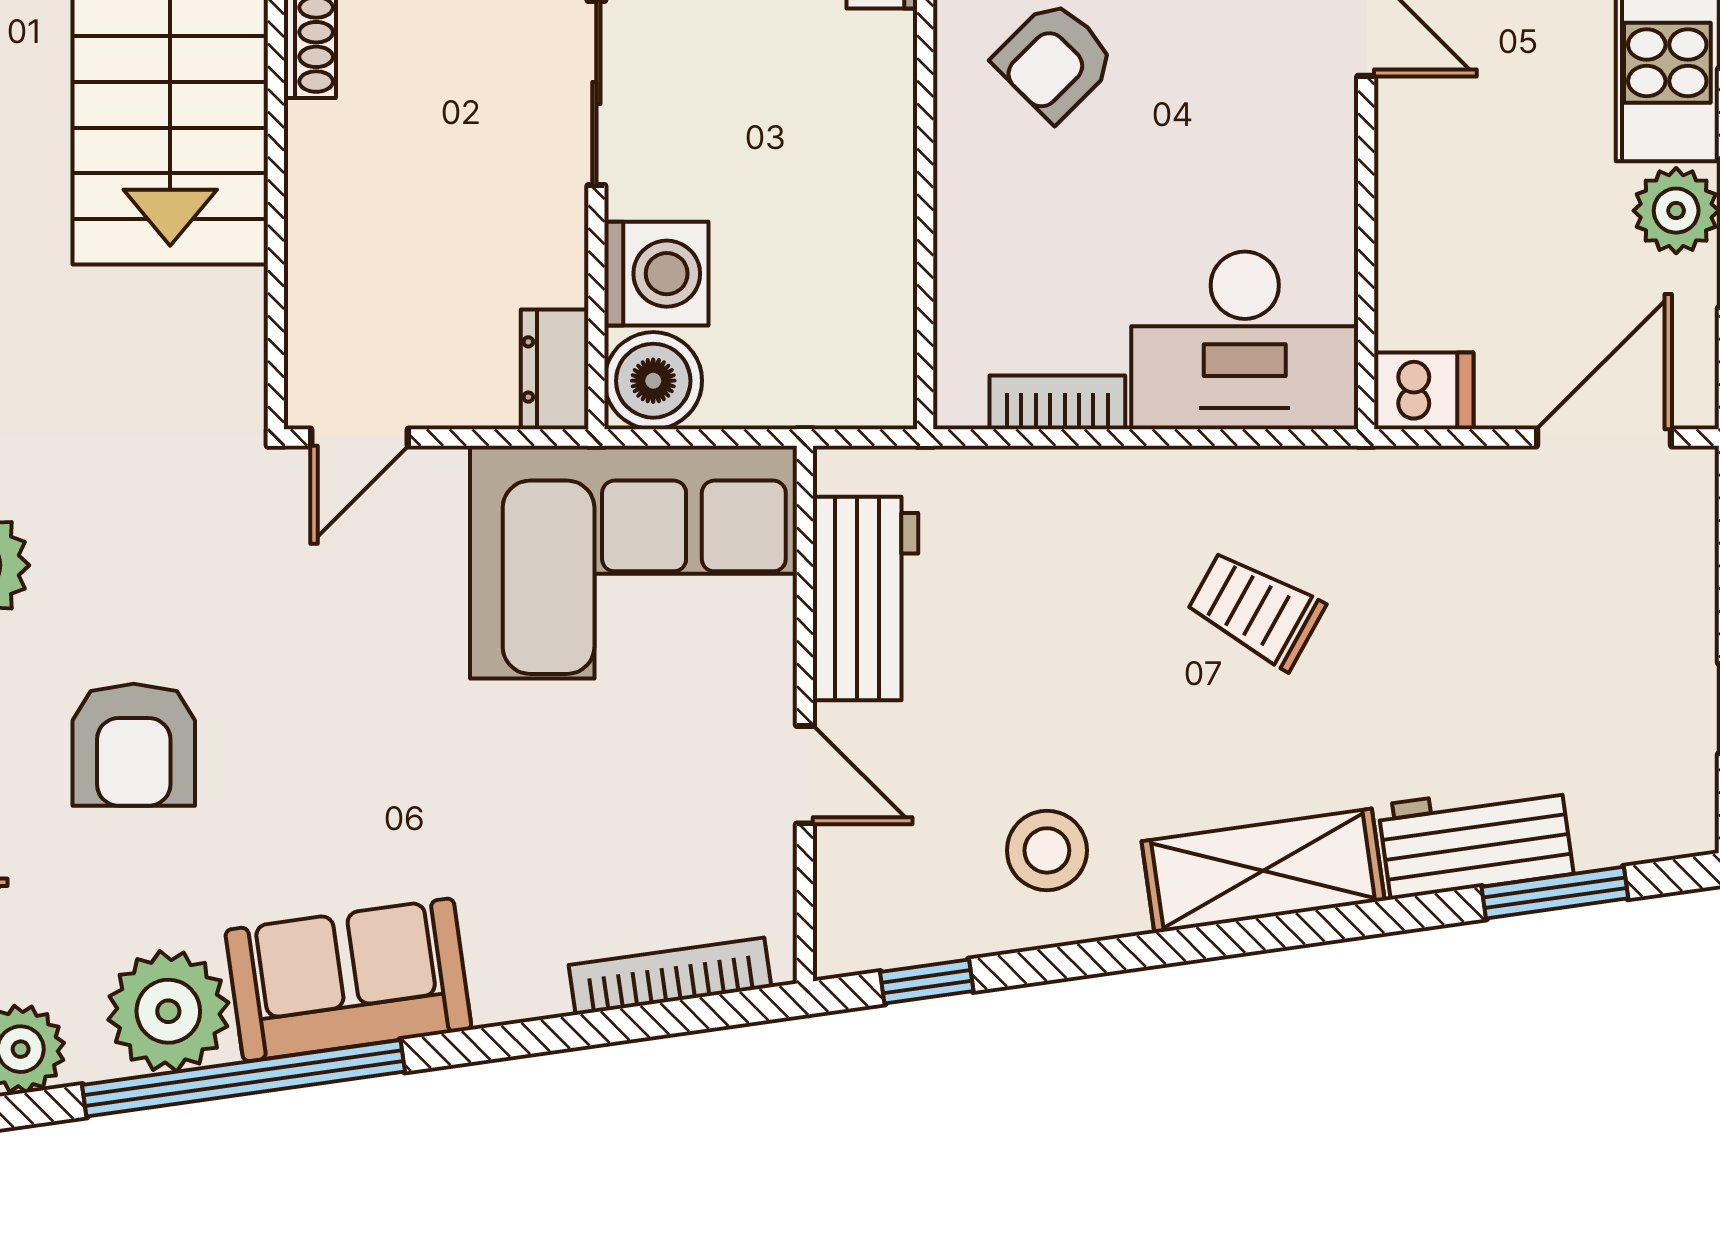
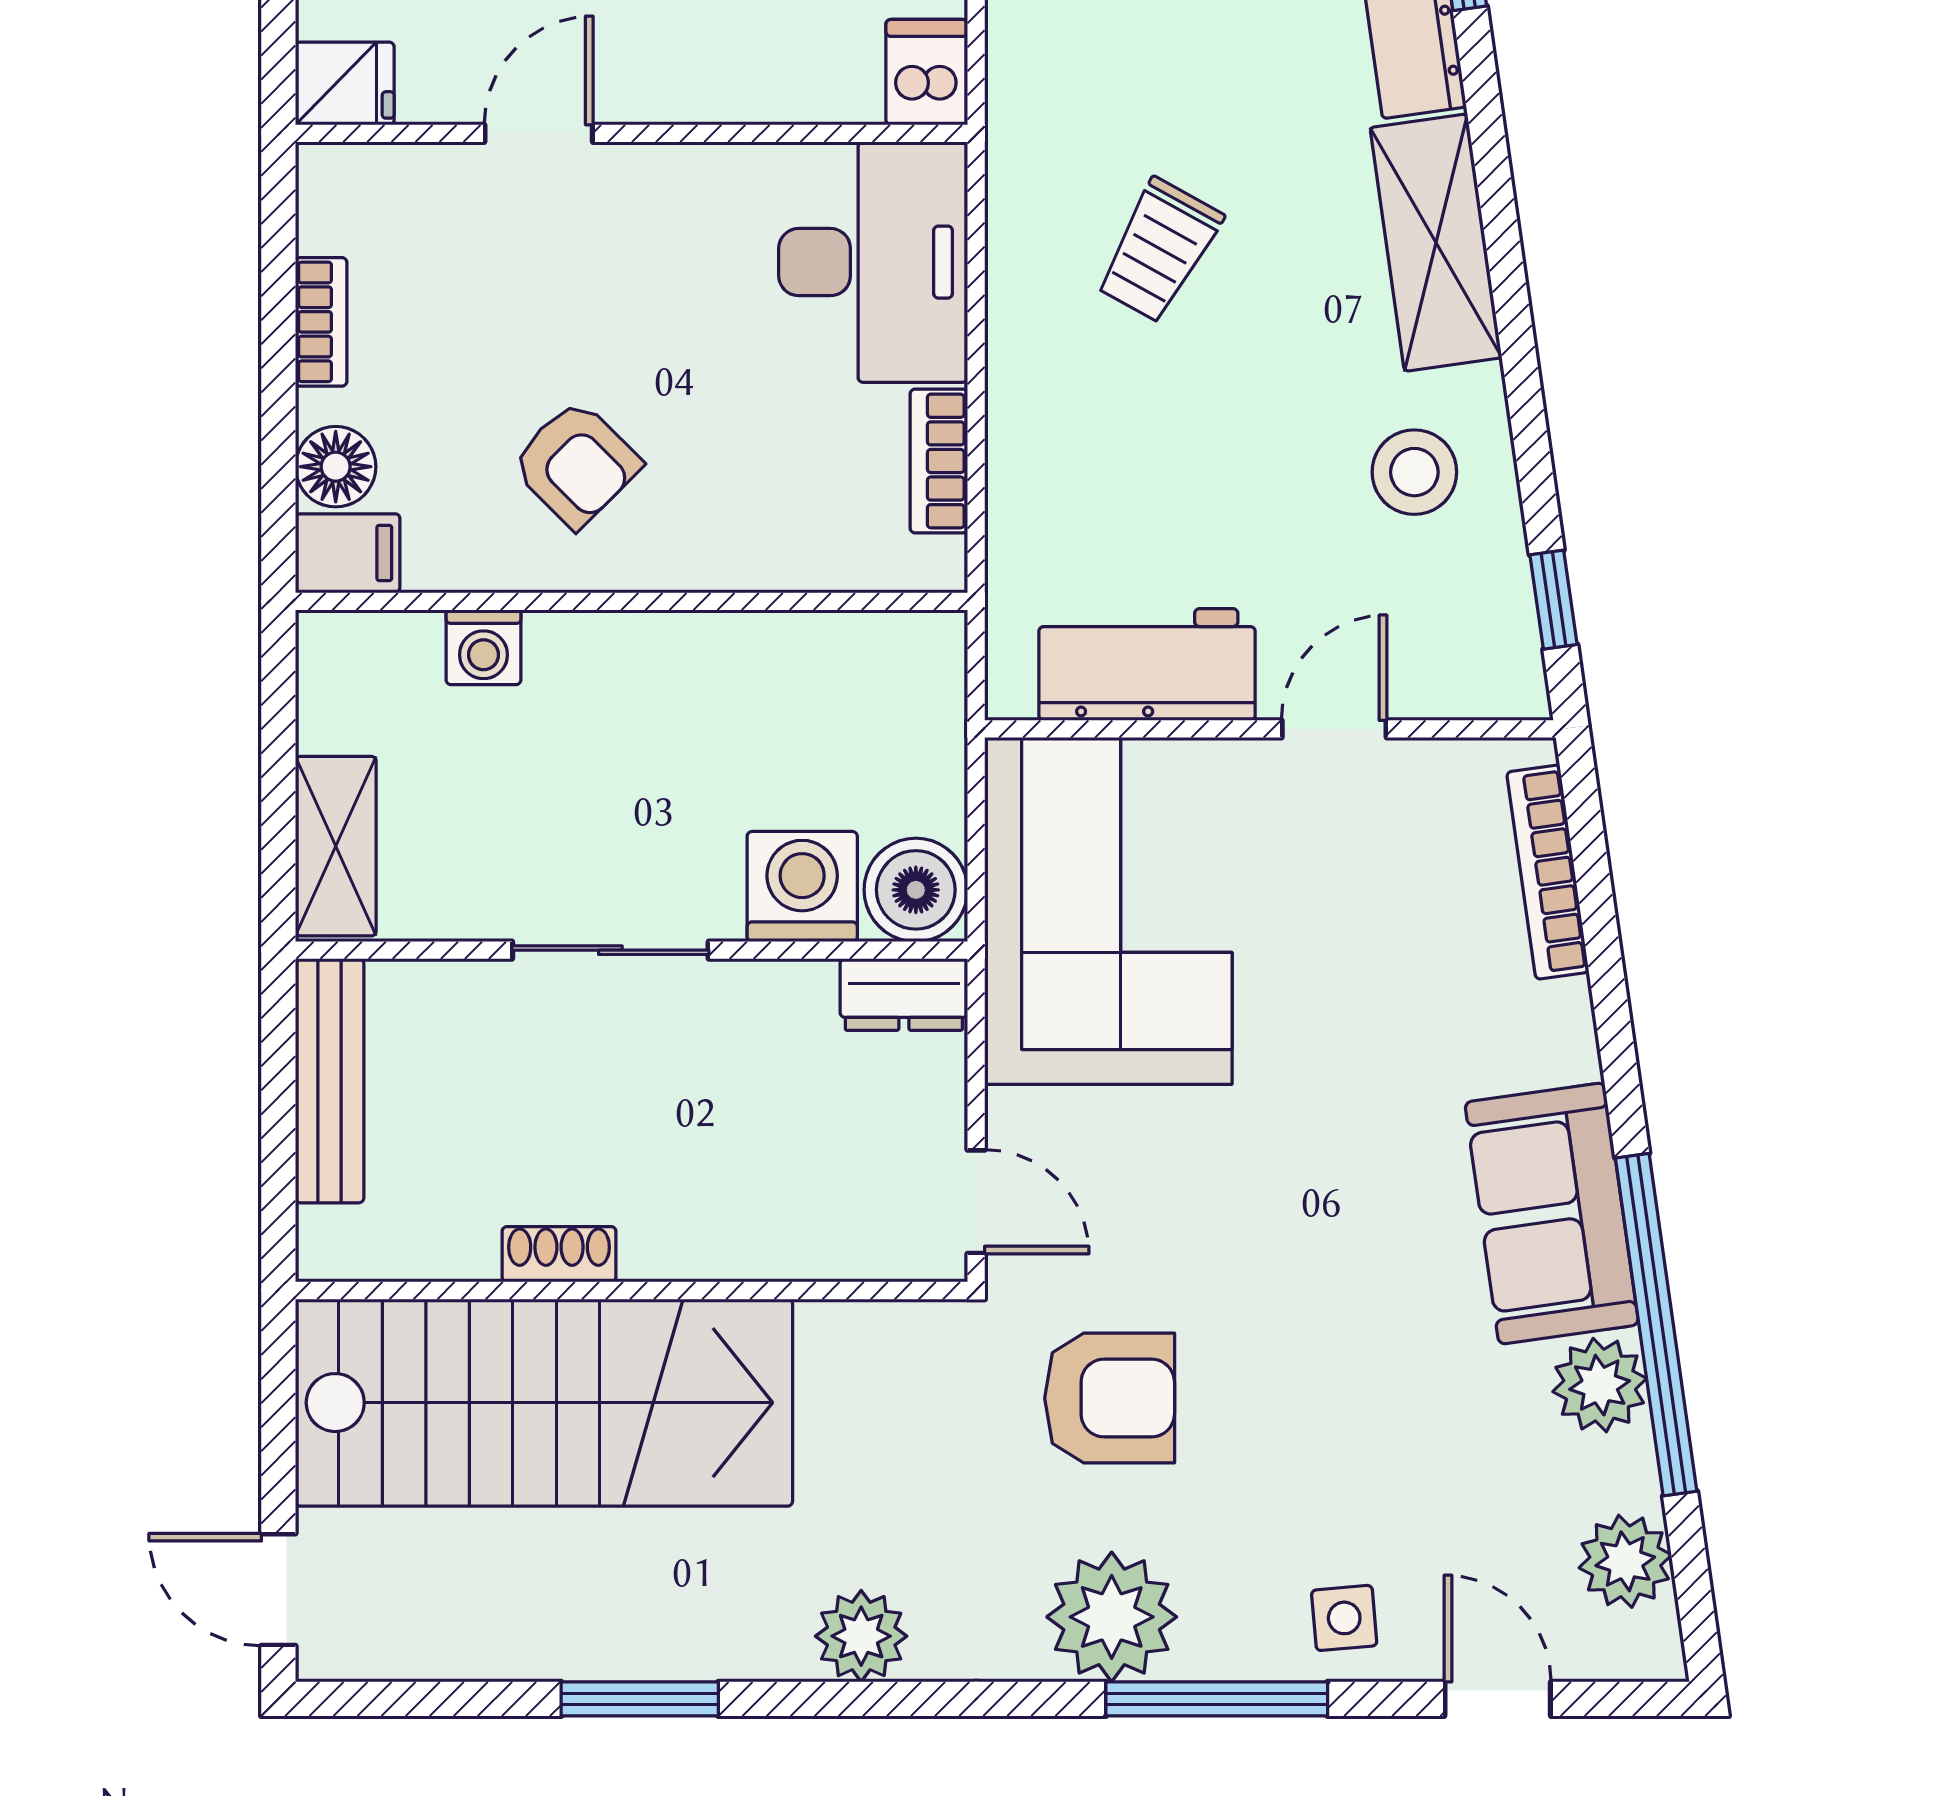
armchair: (134, 745) -> (1110, 1398), moved
plant: (168, 1011) -> (1600, 1385), width x0.73, depth x0.73

